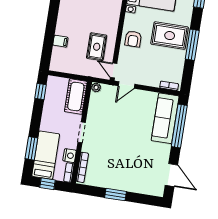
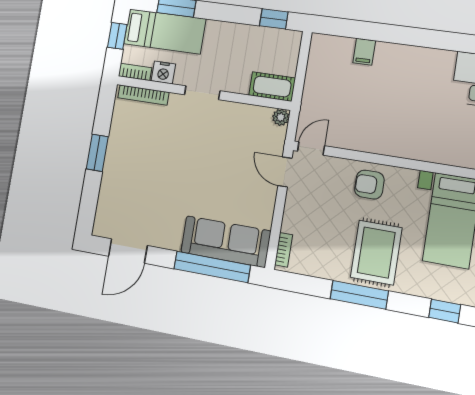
rug: (97, 47) -> (354, 118), removed
cot: (76, 97) -> (272, 87), width x0.73, depth x0.75

